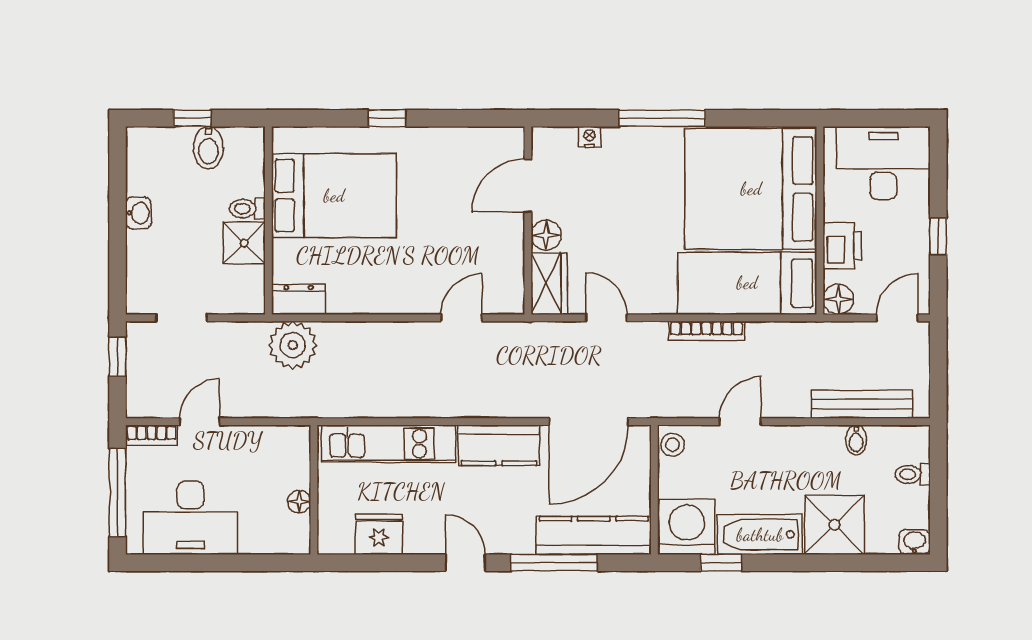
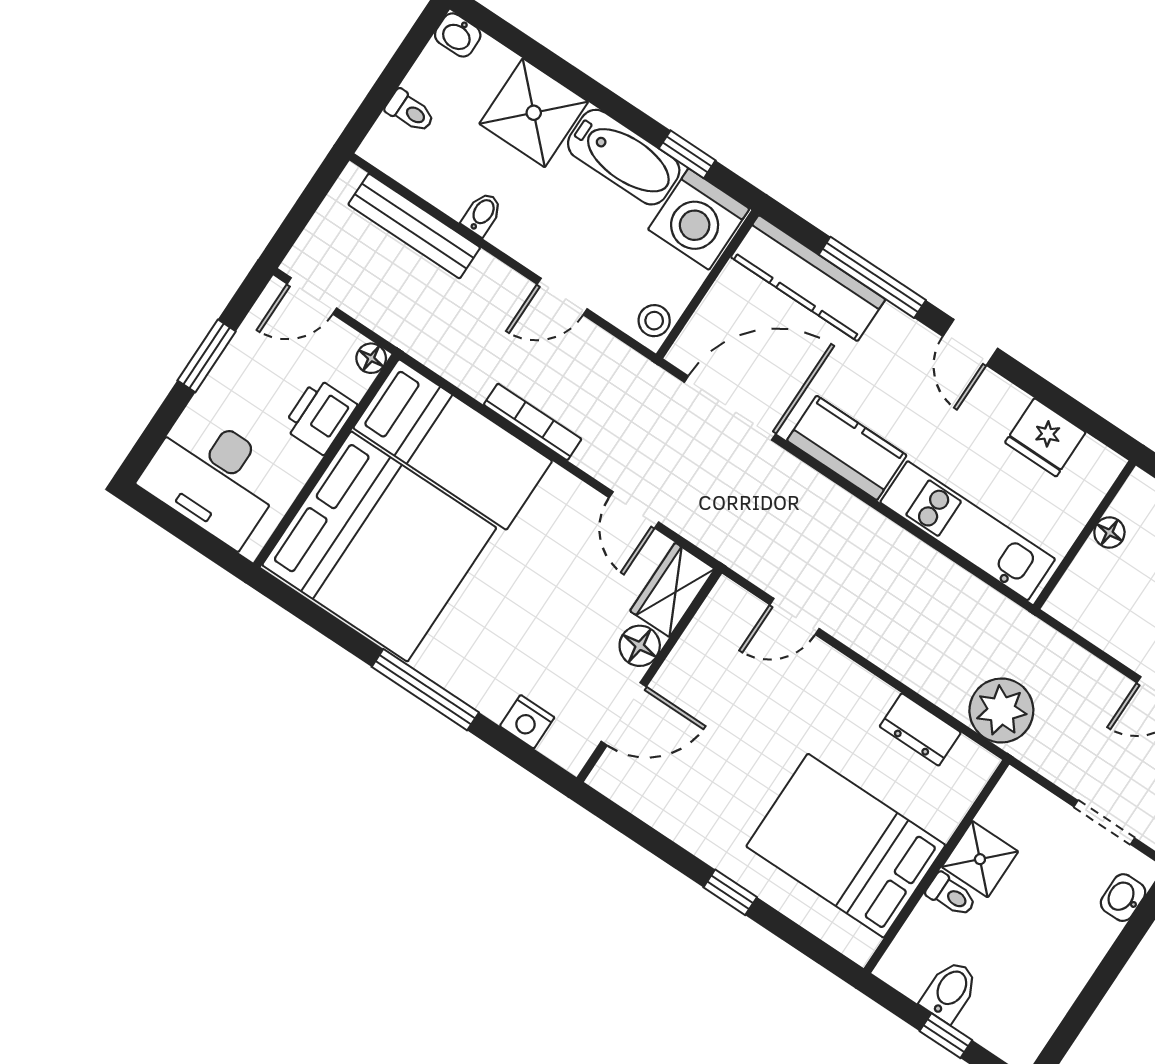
nightstand: (589, 137) -> (527, 722), width x1.39, depth x1.35
washbasin: (139, 213) -> (1123, 898), moved
window: (938, 236) -> (207, 356), width x1.50
dresser: (299, 299) -> (920, 729), moved
floor lamp: (838, 299) -> (371, 358), width x0.73, depth x0.73
bidet: (856, 440) -> (482, 214), moved

